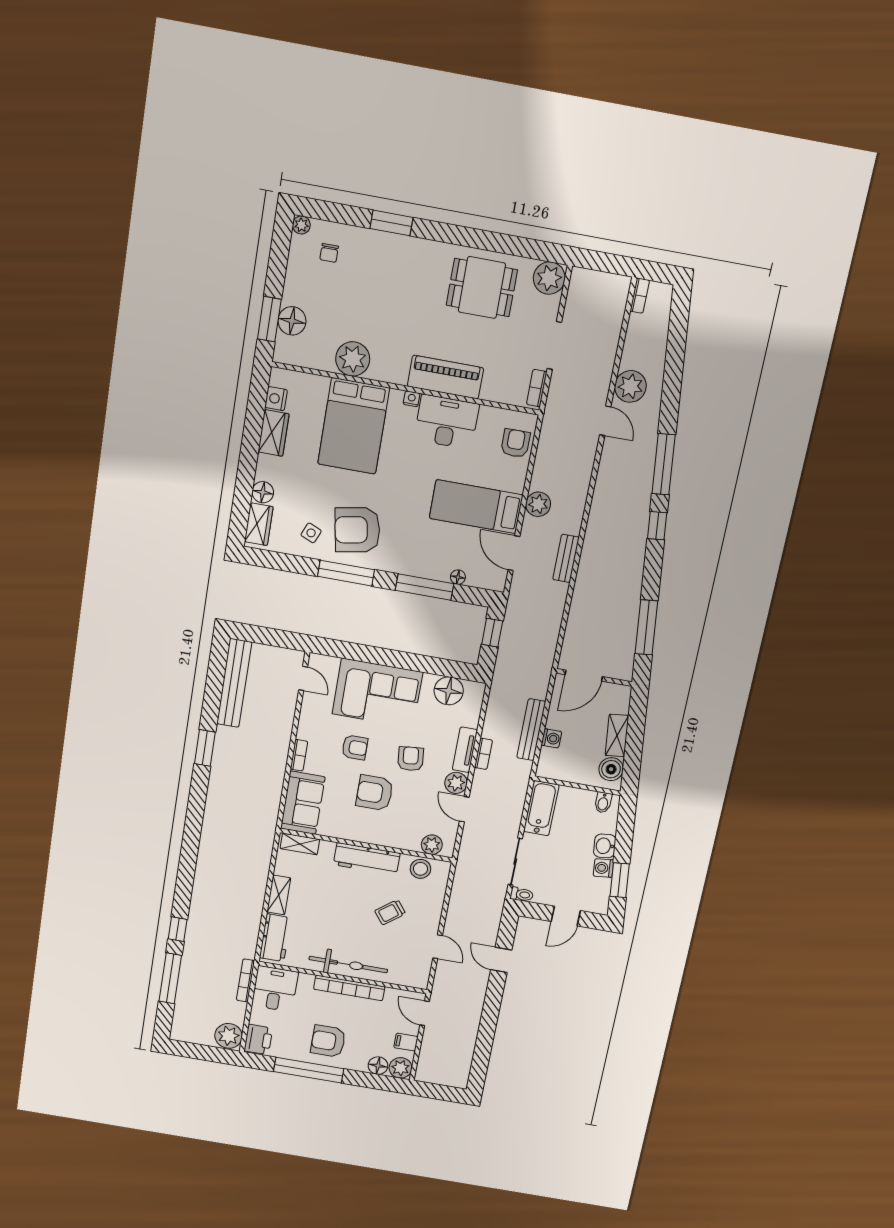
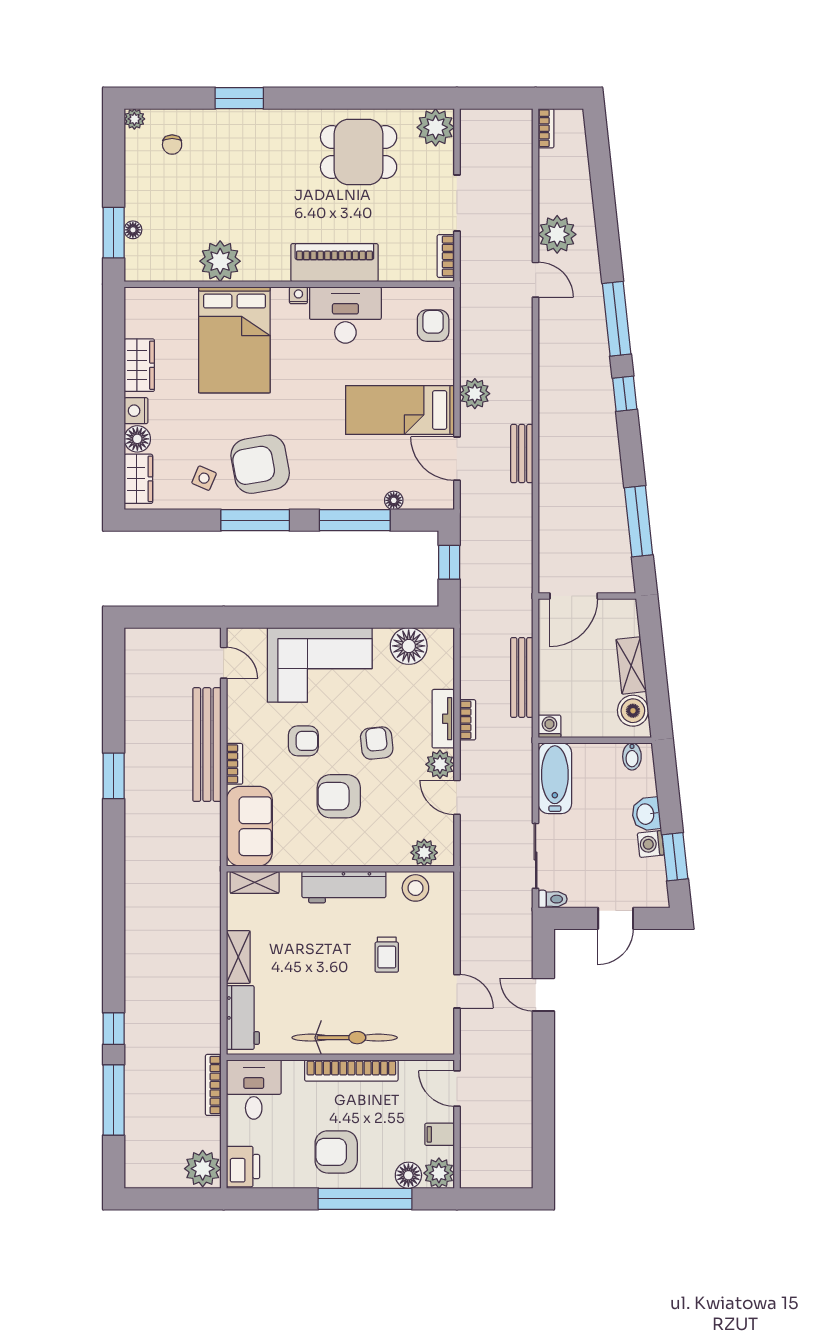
floor lamp: (292, 321) -> (133, 230), width x0.53, depth x0.53
nightstand: (276, 399) -> (136, 411), moved
bench: (234, 683) -> (207, 745), moved
washing machine: (551, 738) -> (549, 726), moved, turned -90
trolley: (390, 912) -> (387, 955), turned -52
window: (309, 1070) -> (365, 1199), moved

